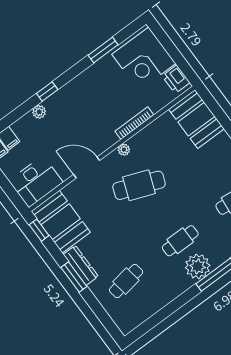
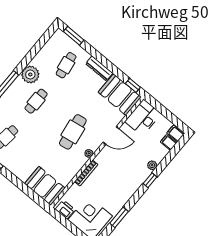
cafe table: (139, 185) -> (73, 132), turned -30
plant: (198, 266) -> (30, 75), moved
window: (74, 277) -> (74, 36), moved

